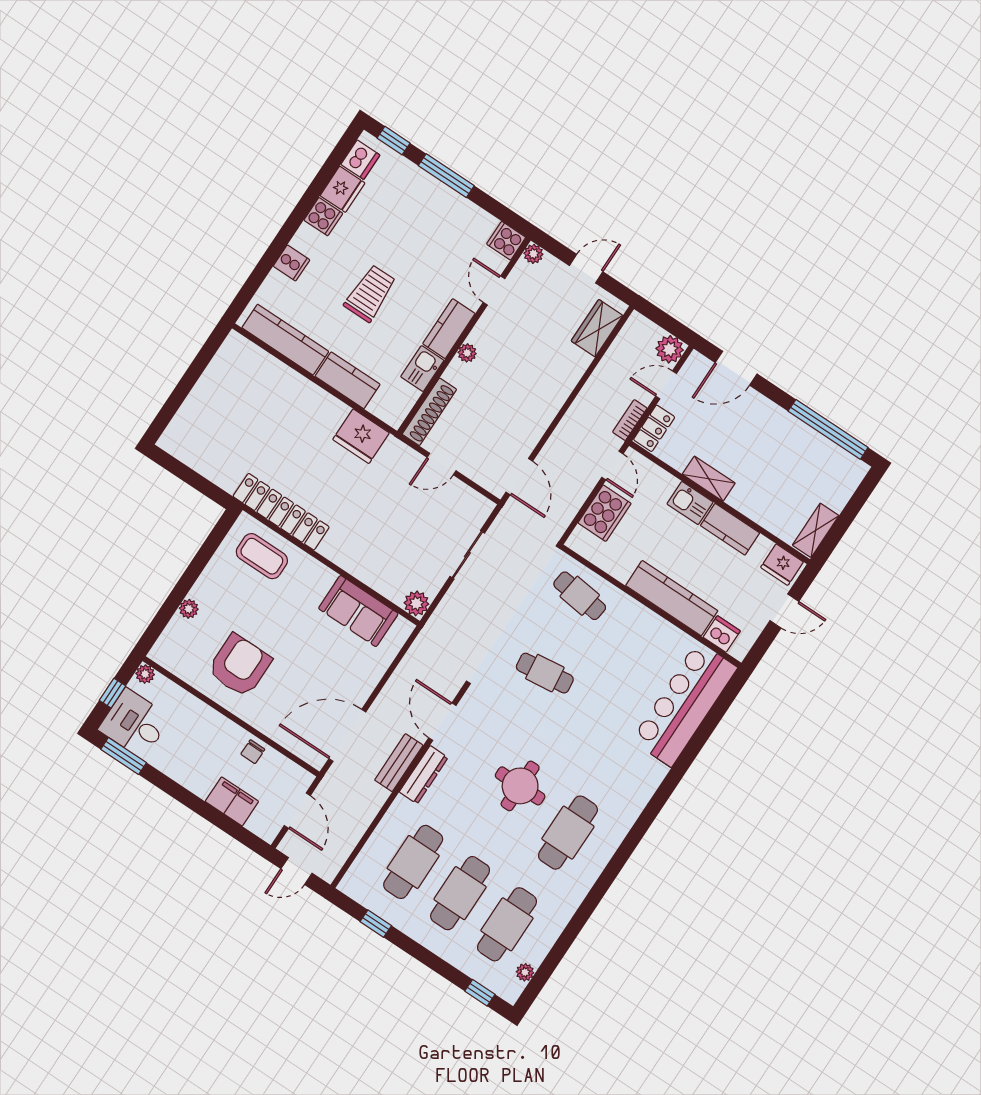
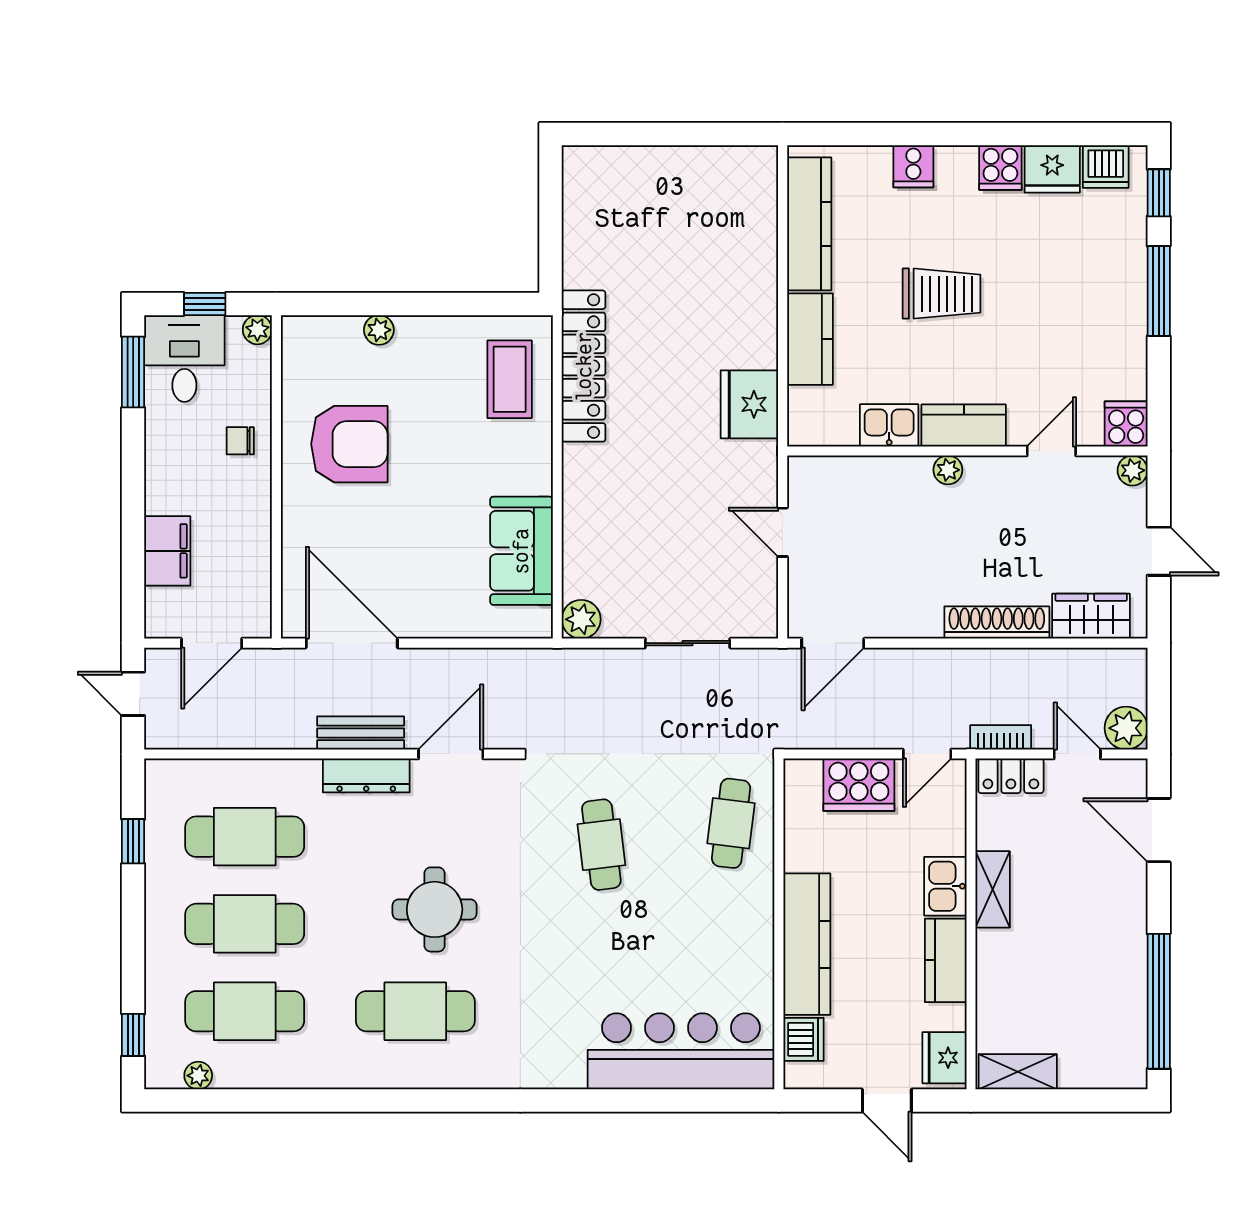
shoe rack: (429, 412) -> (997, 622), moved, turned 180
chair: (253, 752) -> (240, 441), moved

